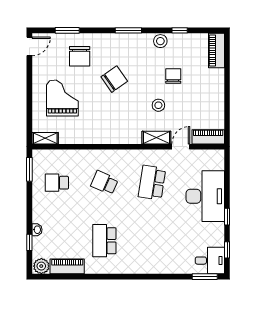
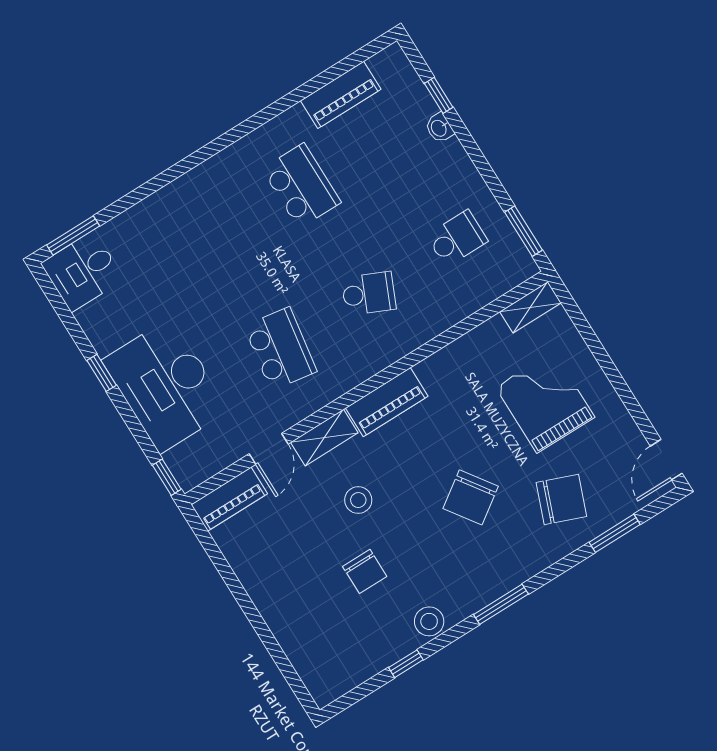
piano: (217, 50) -> (387, 402), moved, turned 90
chair: (80, 56) -> (561, 499), turned 111
grand piano: (62, 98) -> (545, 402), turned 180
window: (227, 250) -> (167, 477), moved
plant: (41, 266) -> (389, 65), removed

